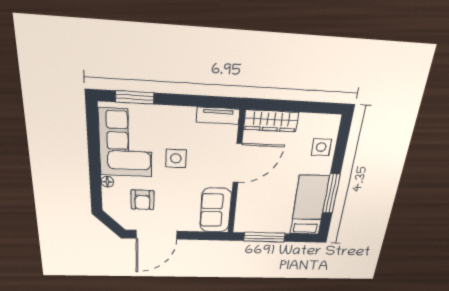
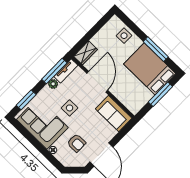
window: (205, 101) -> (54, 71), added
plant: (187, 114) -> (53, 84), added
wardrobe: (271, 121) -> (86, 53), width x0.67
bed: (309, 205) -> (150, 69), width x1.50
window: (264, 237) -> (160, 94), moved

